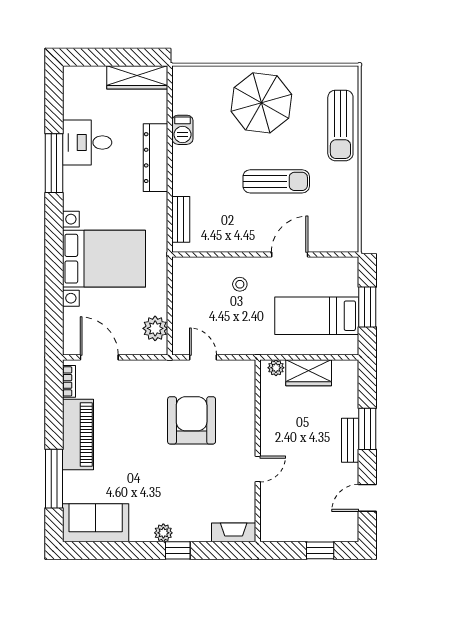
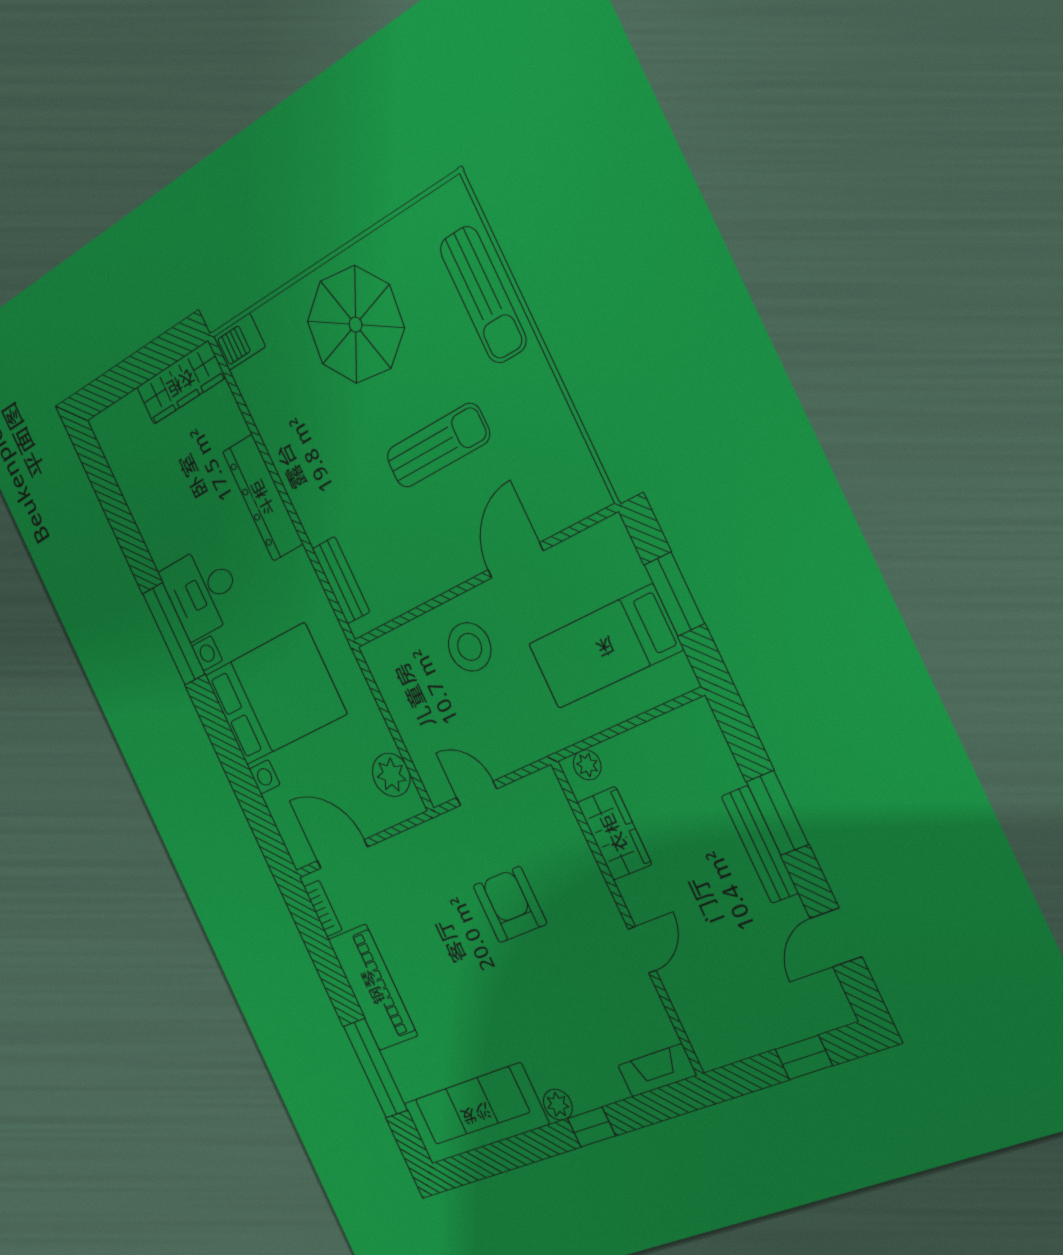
barbecue: (182, 130) -> (239, 342), moved, turned 90
desk: (87, 142) -> (202, 592), moved
window: (54, 163) -> (174, 634), moved
stool: (240, 284) -> (470, 647), width x1.89, depth x1.89
wardrobe: (309, 373) -> (614, 833), moved, turned -90
armchair: (192, 420) -> (510, 905), width x0.73, depth x0.73
bench: (350, 440) -> (760, 845), width x1.36
sofa: (96, 523) -> (476, 1114), width x1.36

